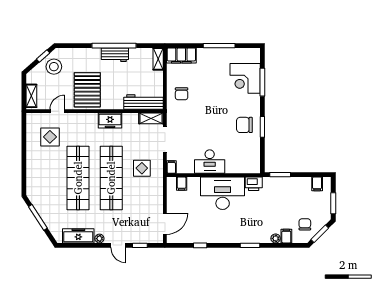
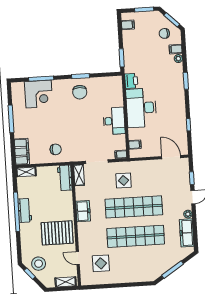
workbench: (143, 102) -> (65, 178), width x0.73

